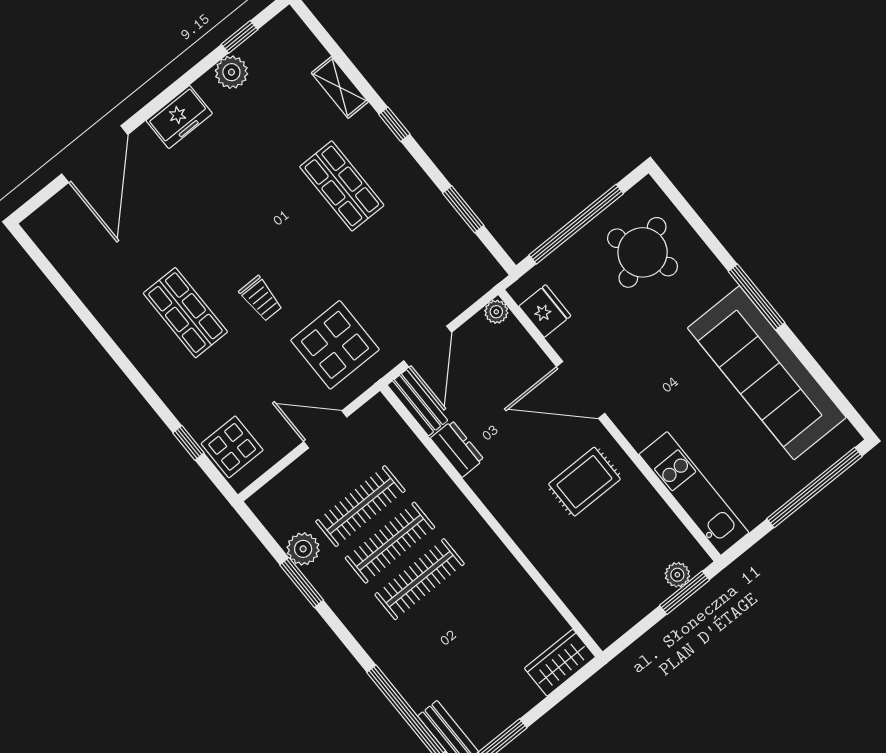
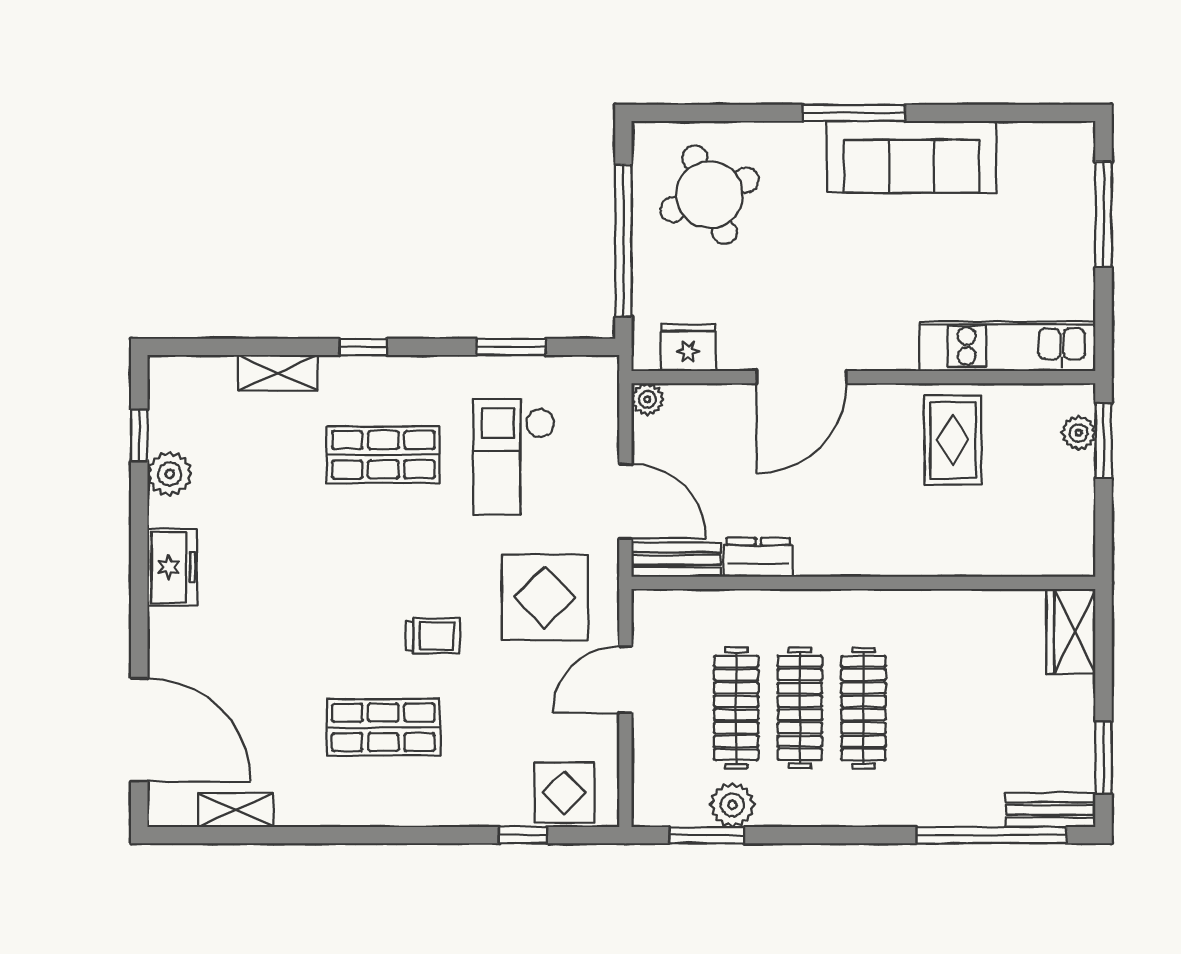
door: (95, 154) -> (139, 730), moved
checkout: (401, 262) -> (514, 457), added
shelving: (69, 266) -> (236, 810), added
sofa: (767, 373) -> (912, 157), width x0.74, depth x0.79
rug: (584, 482) -> (953, 440), moved
window: (814, 487) -> (1104, 214), width x0.68
window: (302, 583) -> (707, 835), moved

